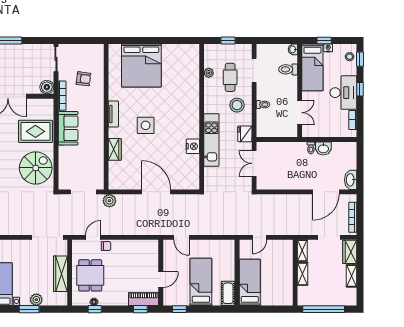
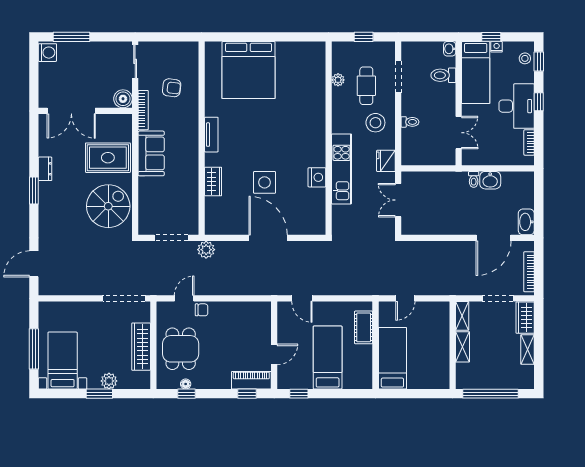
side table: (146, 125) -> (265, 182), moved
cot: (228, 293) -> (364, 327), moved

